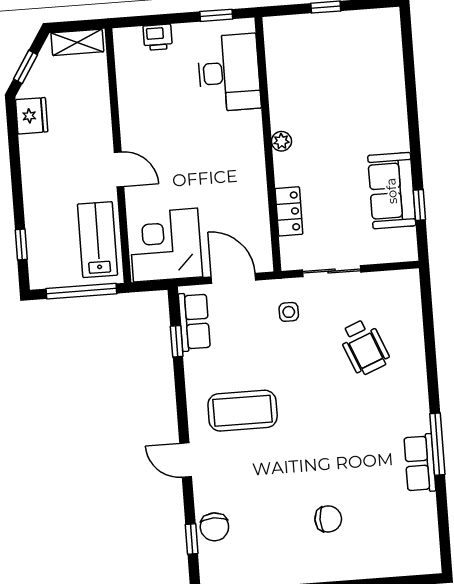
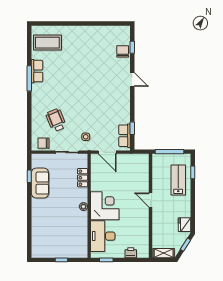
lab bench: (98, 240) -> (178, 180), moved, turned 180
corner desk: (166, 245) -> (105, 206), moved, turned -90
coffee table: (243, 411) -> (47, 43), moved
chair: (328, 519) -> (43, 143), moved

